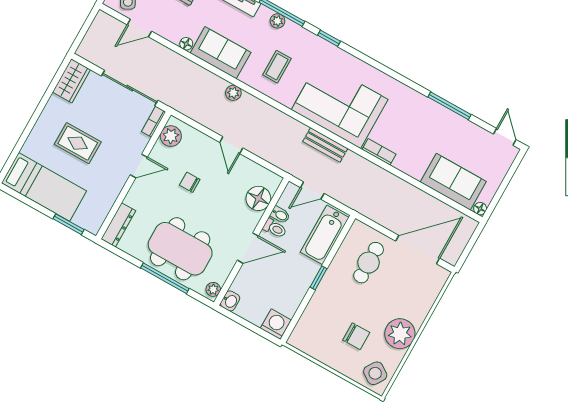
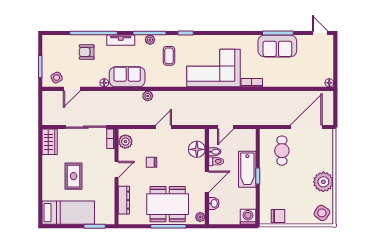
coffee table: (277, 67) -> (169, 56), moved
rug: (78, 143) -> (74, 176), turned 90
door: (231, 145) -> (164, 127), swing flipped
bench: (325, 145) -> (218, 96), removed
sofa: (453, 182) -> (277, 46), moved, turned 180
dresser: (118, 225) -> (124, 200), moved
bathtub: (325, 235) -> (247, 169), moved
washbasin: (230, 301) -> (214, 203), moved
chair: (356, 336) -> (278, 216), moved

